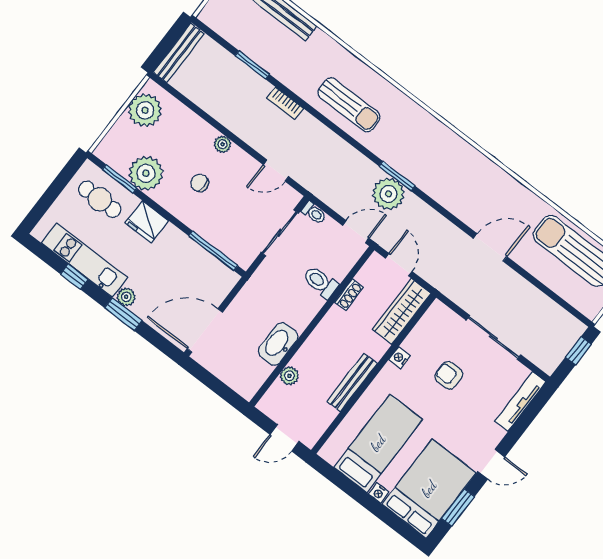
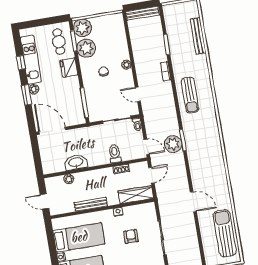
plant: (145, 110) -> (82, 28), moved

